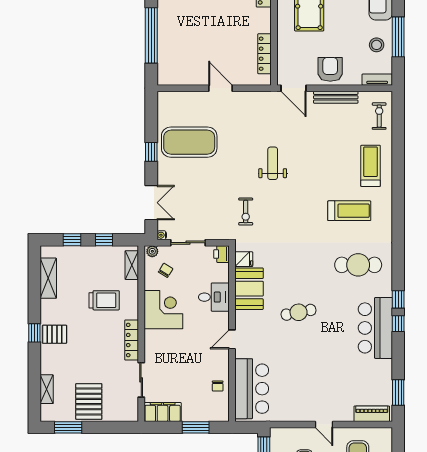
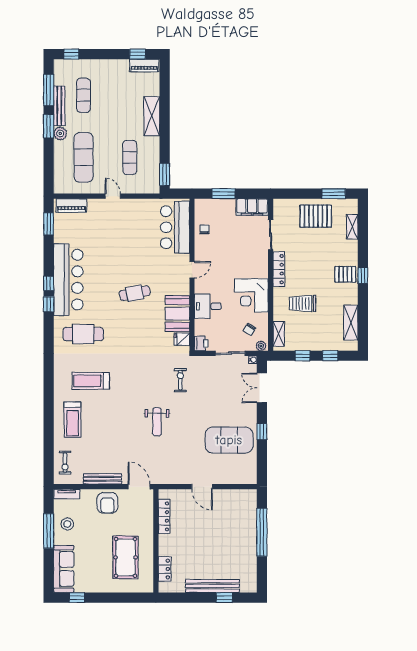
bar counter: (375, 328) -> (68, 280), width x1.36
pallet: (89, 401) -> (316, 216), turned 90

